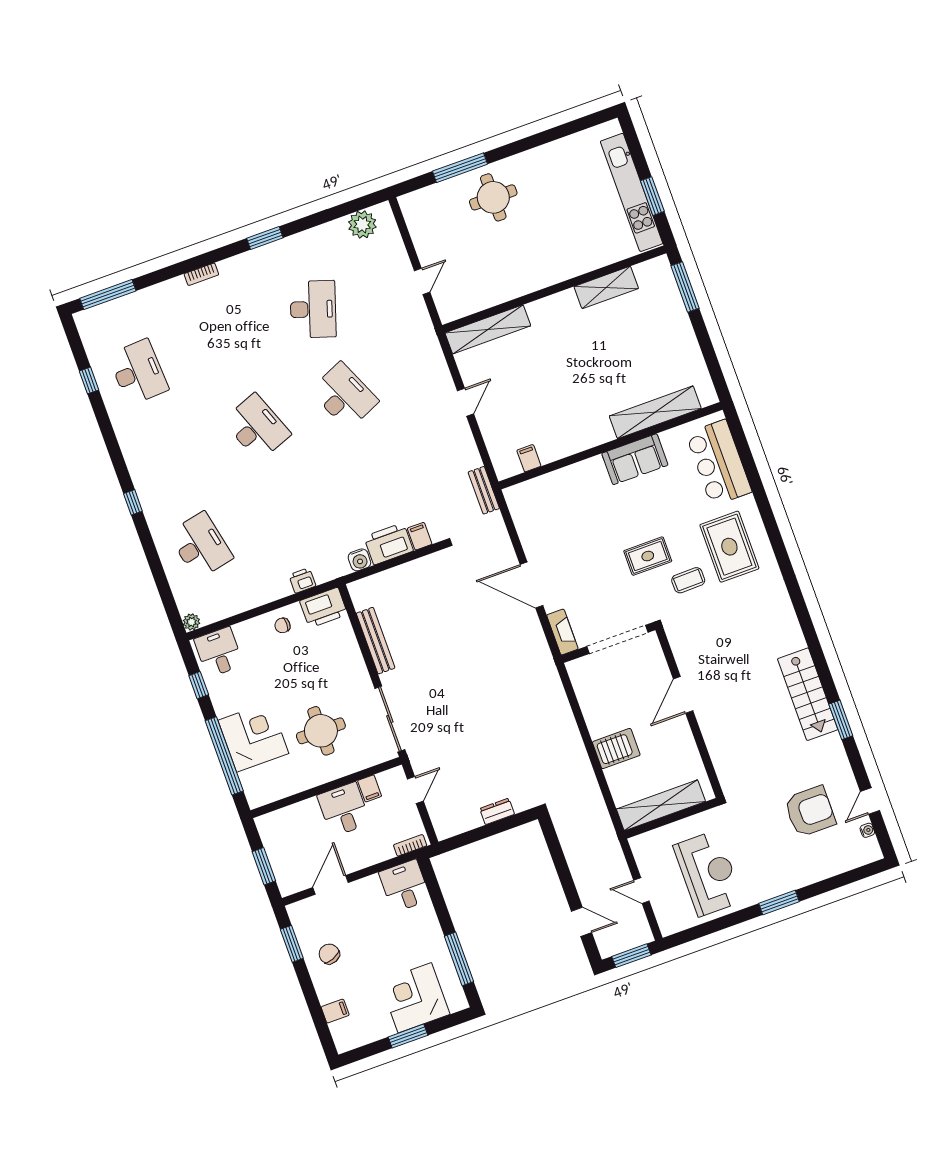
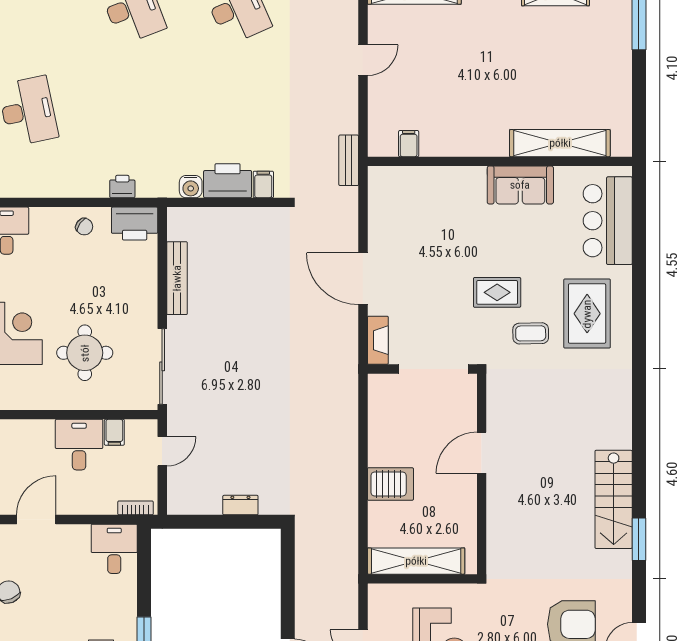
chair: (282, 625) -> (84, 227), turned -144

